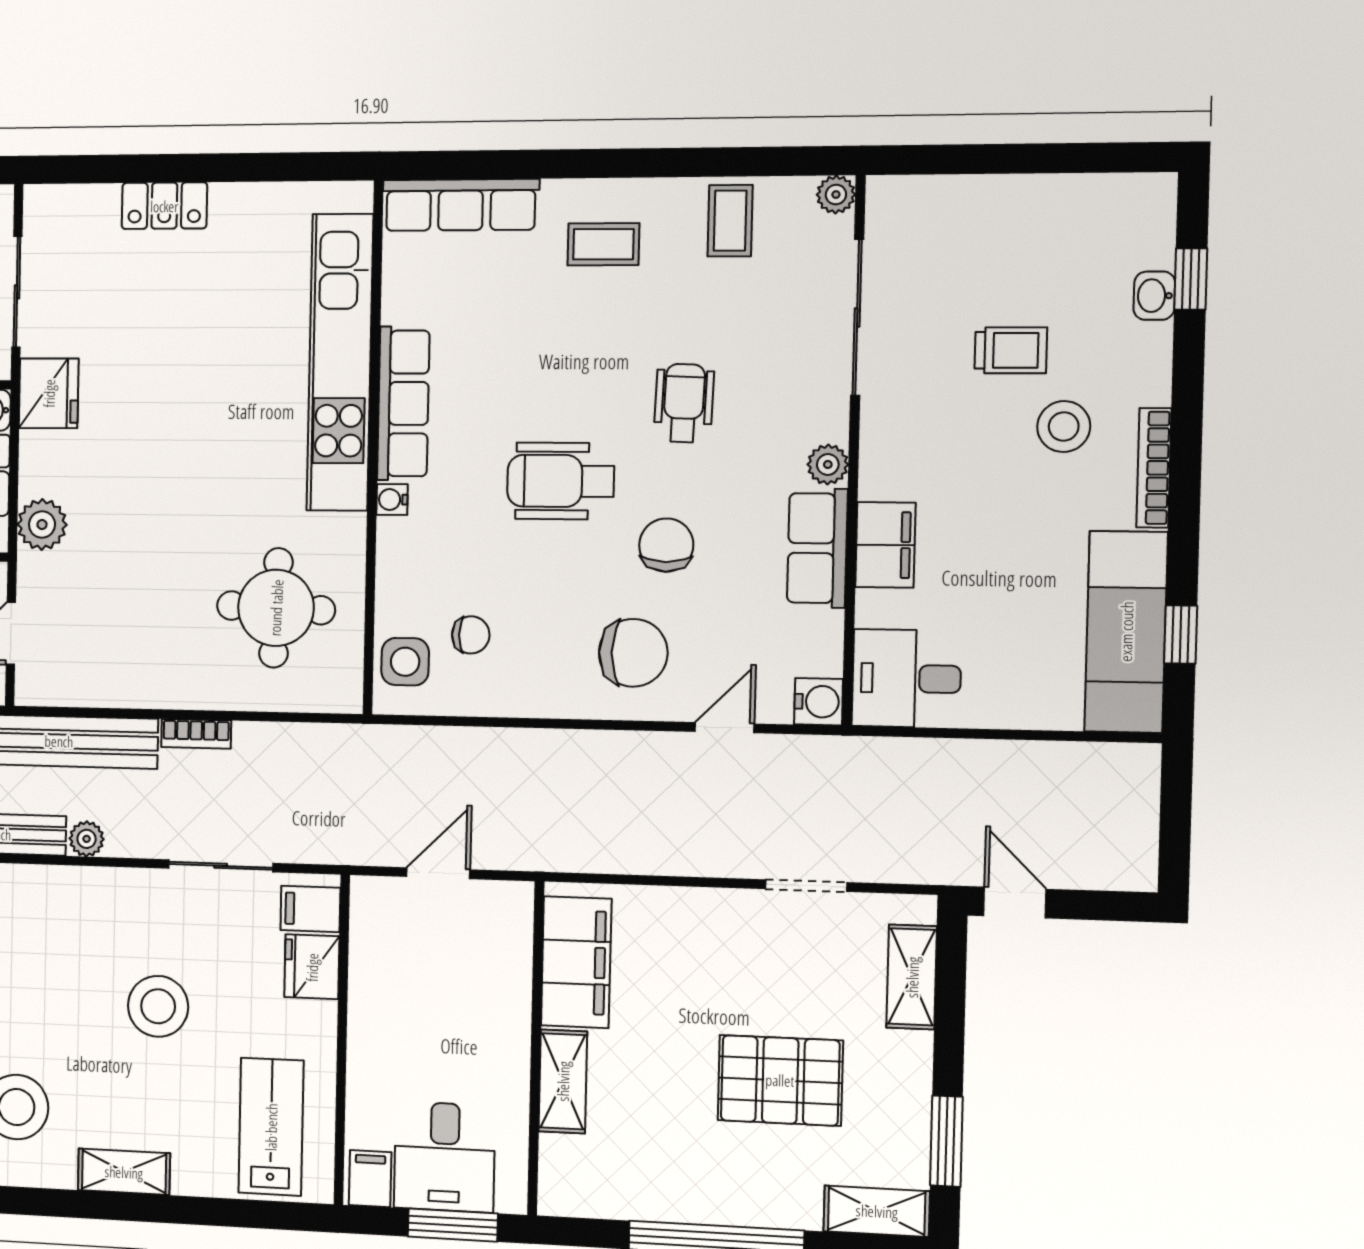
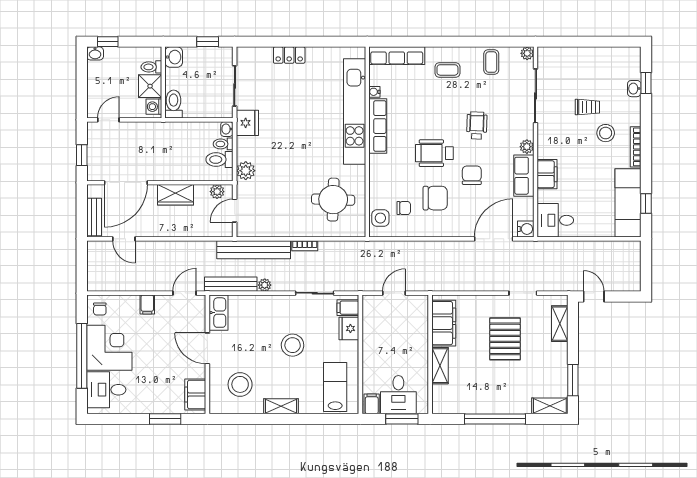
water cooler: (392, 500) -> (374, 92), moved
chair: (633, 653) -> (435, 198), moved
door: (725, 728) -> (494, 239), width x1.87
pallet: (780, 1080) -> (505, 339), moved, turned 90

